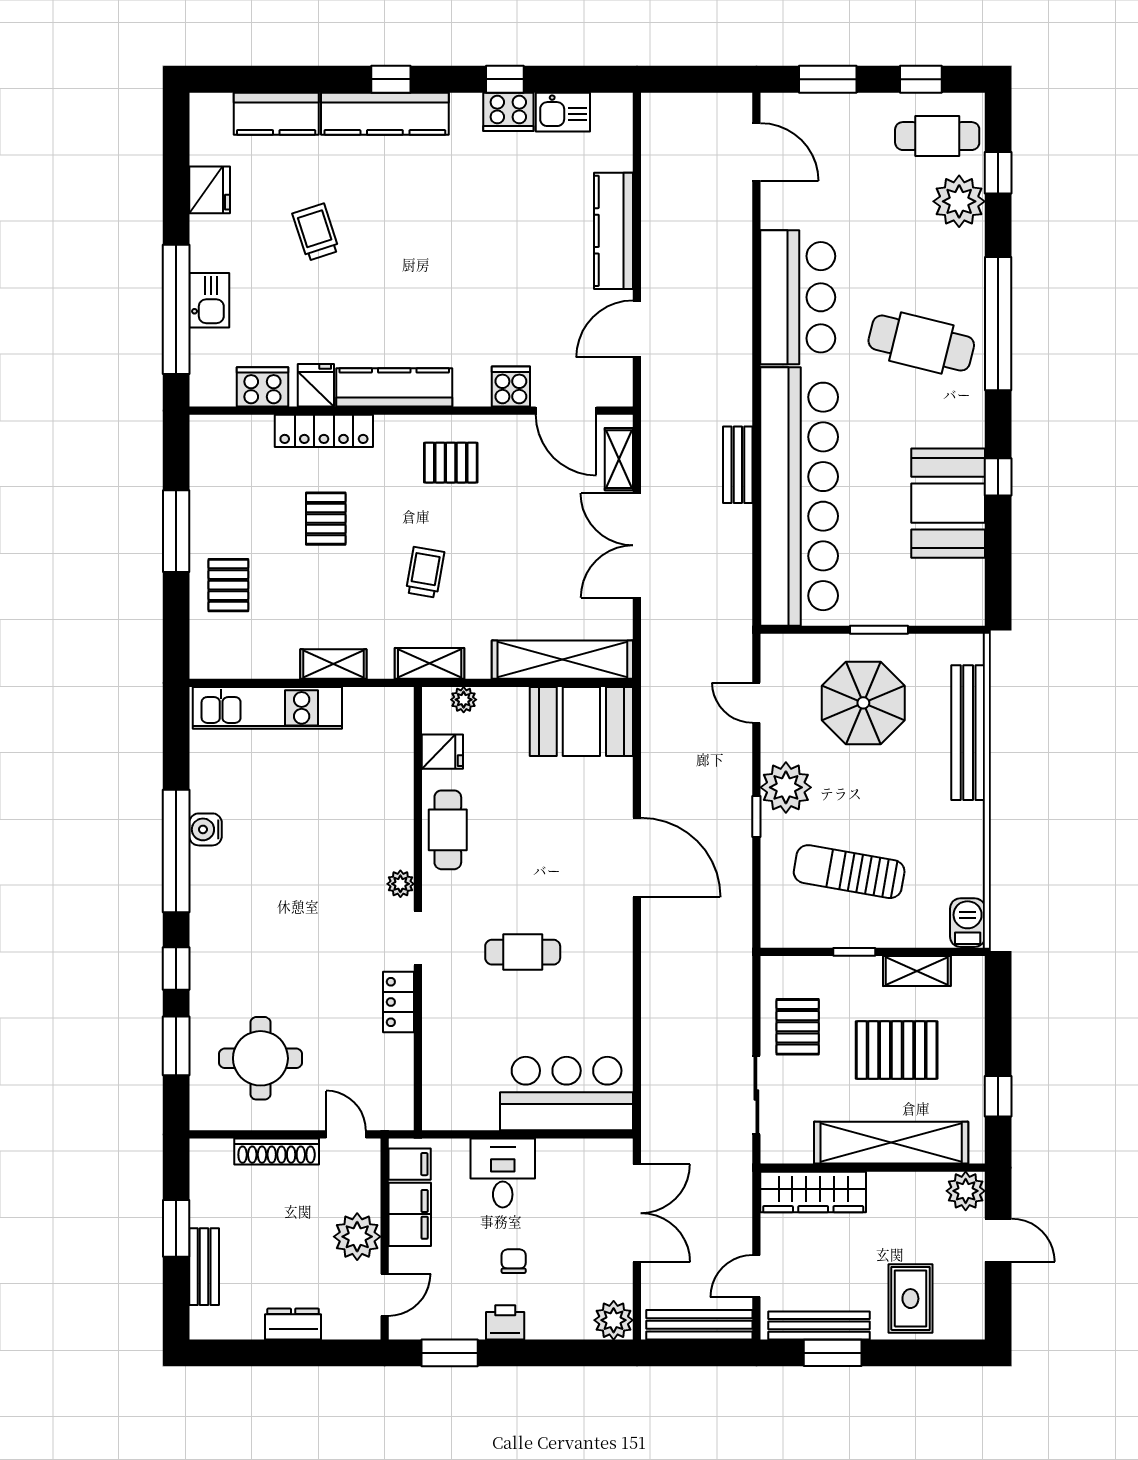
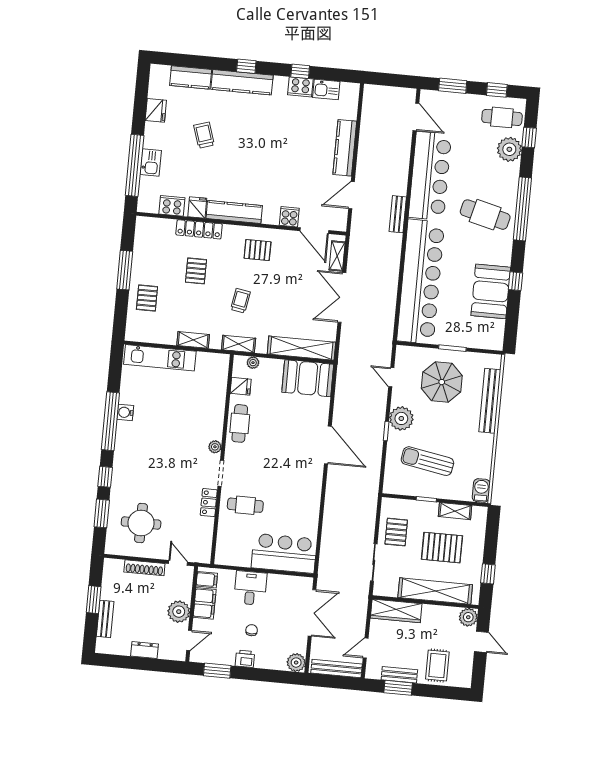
bar counter: (798, 297) -> (430, 176), width x1.36
bench: (738, 465) -> (398, 214), moved
cafe table: (523, 952) -> (245, 505), moved
bench: (819, 1325) -> (399, 675), width x0.73

